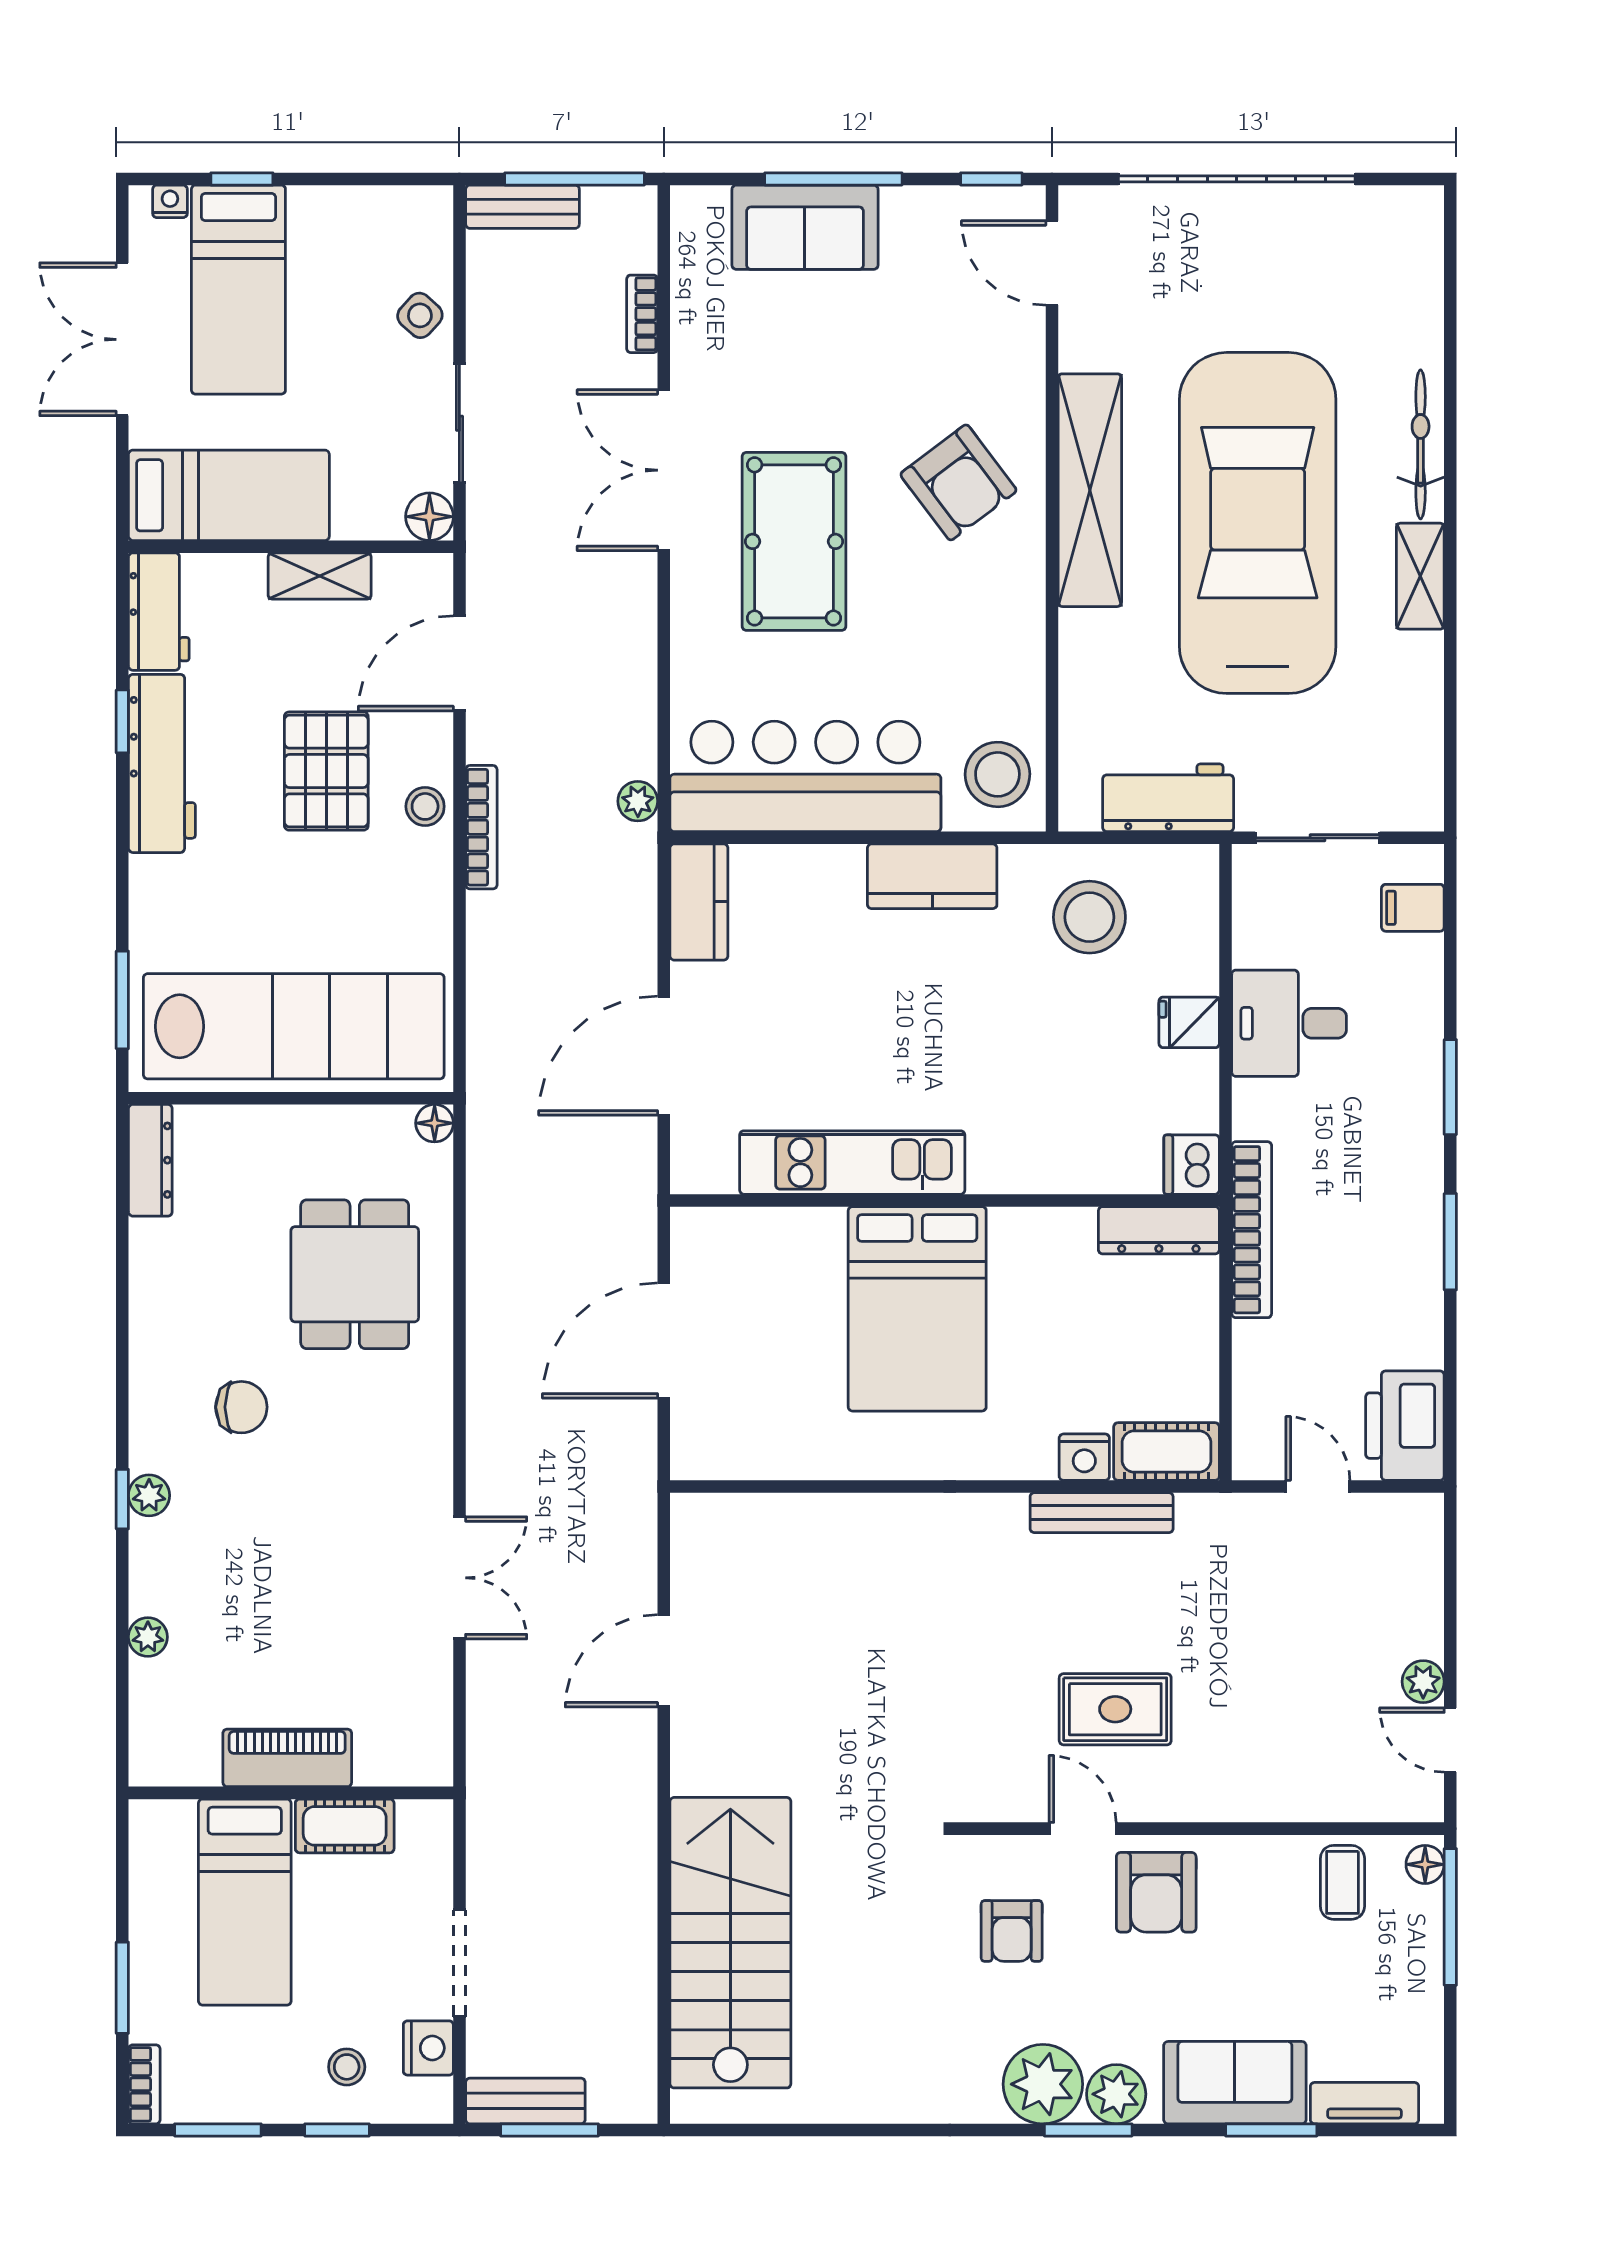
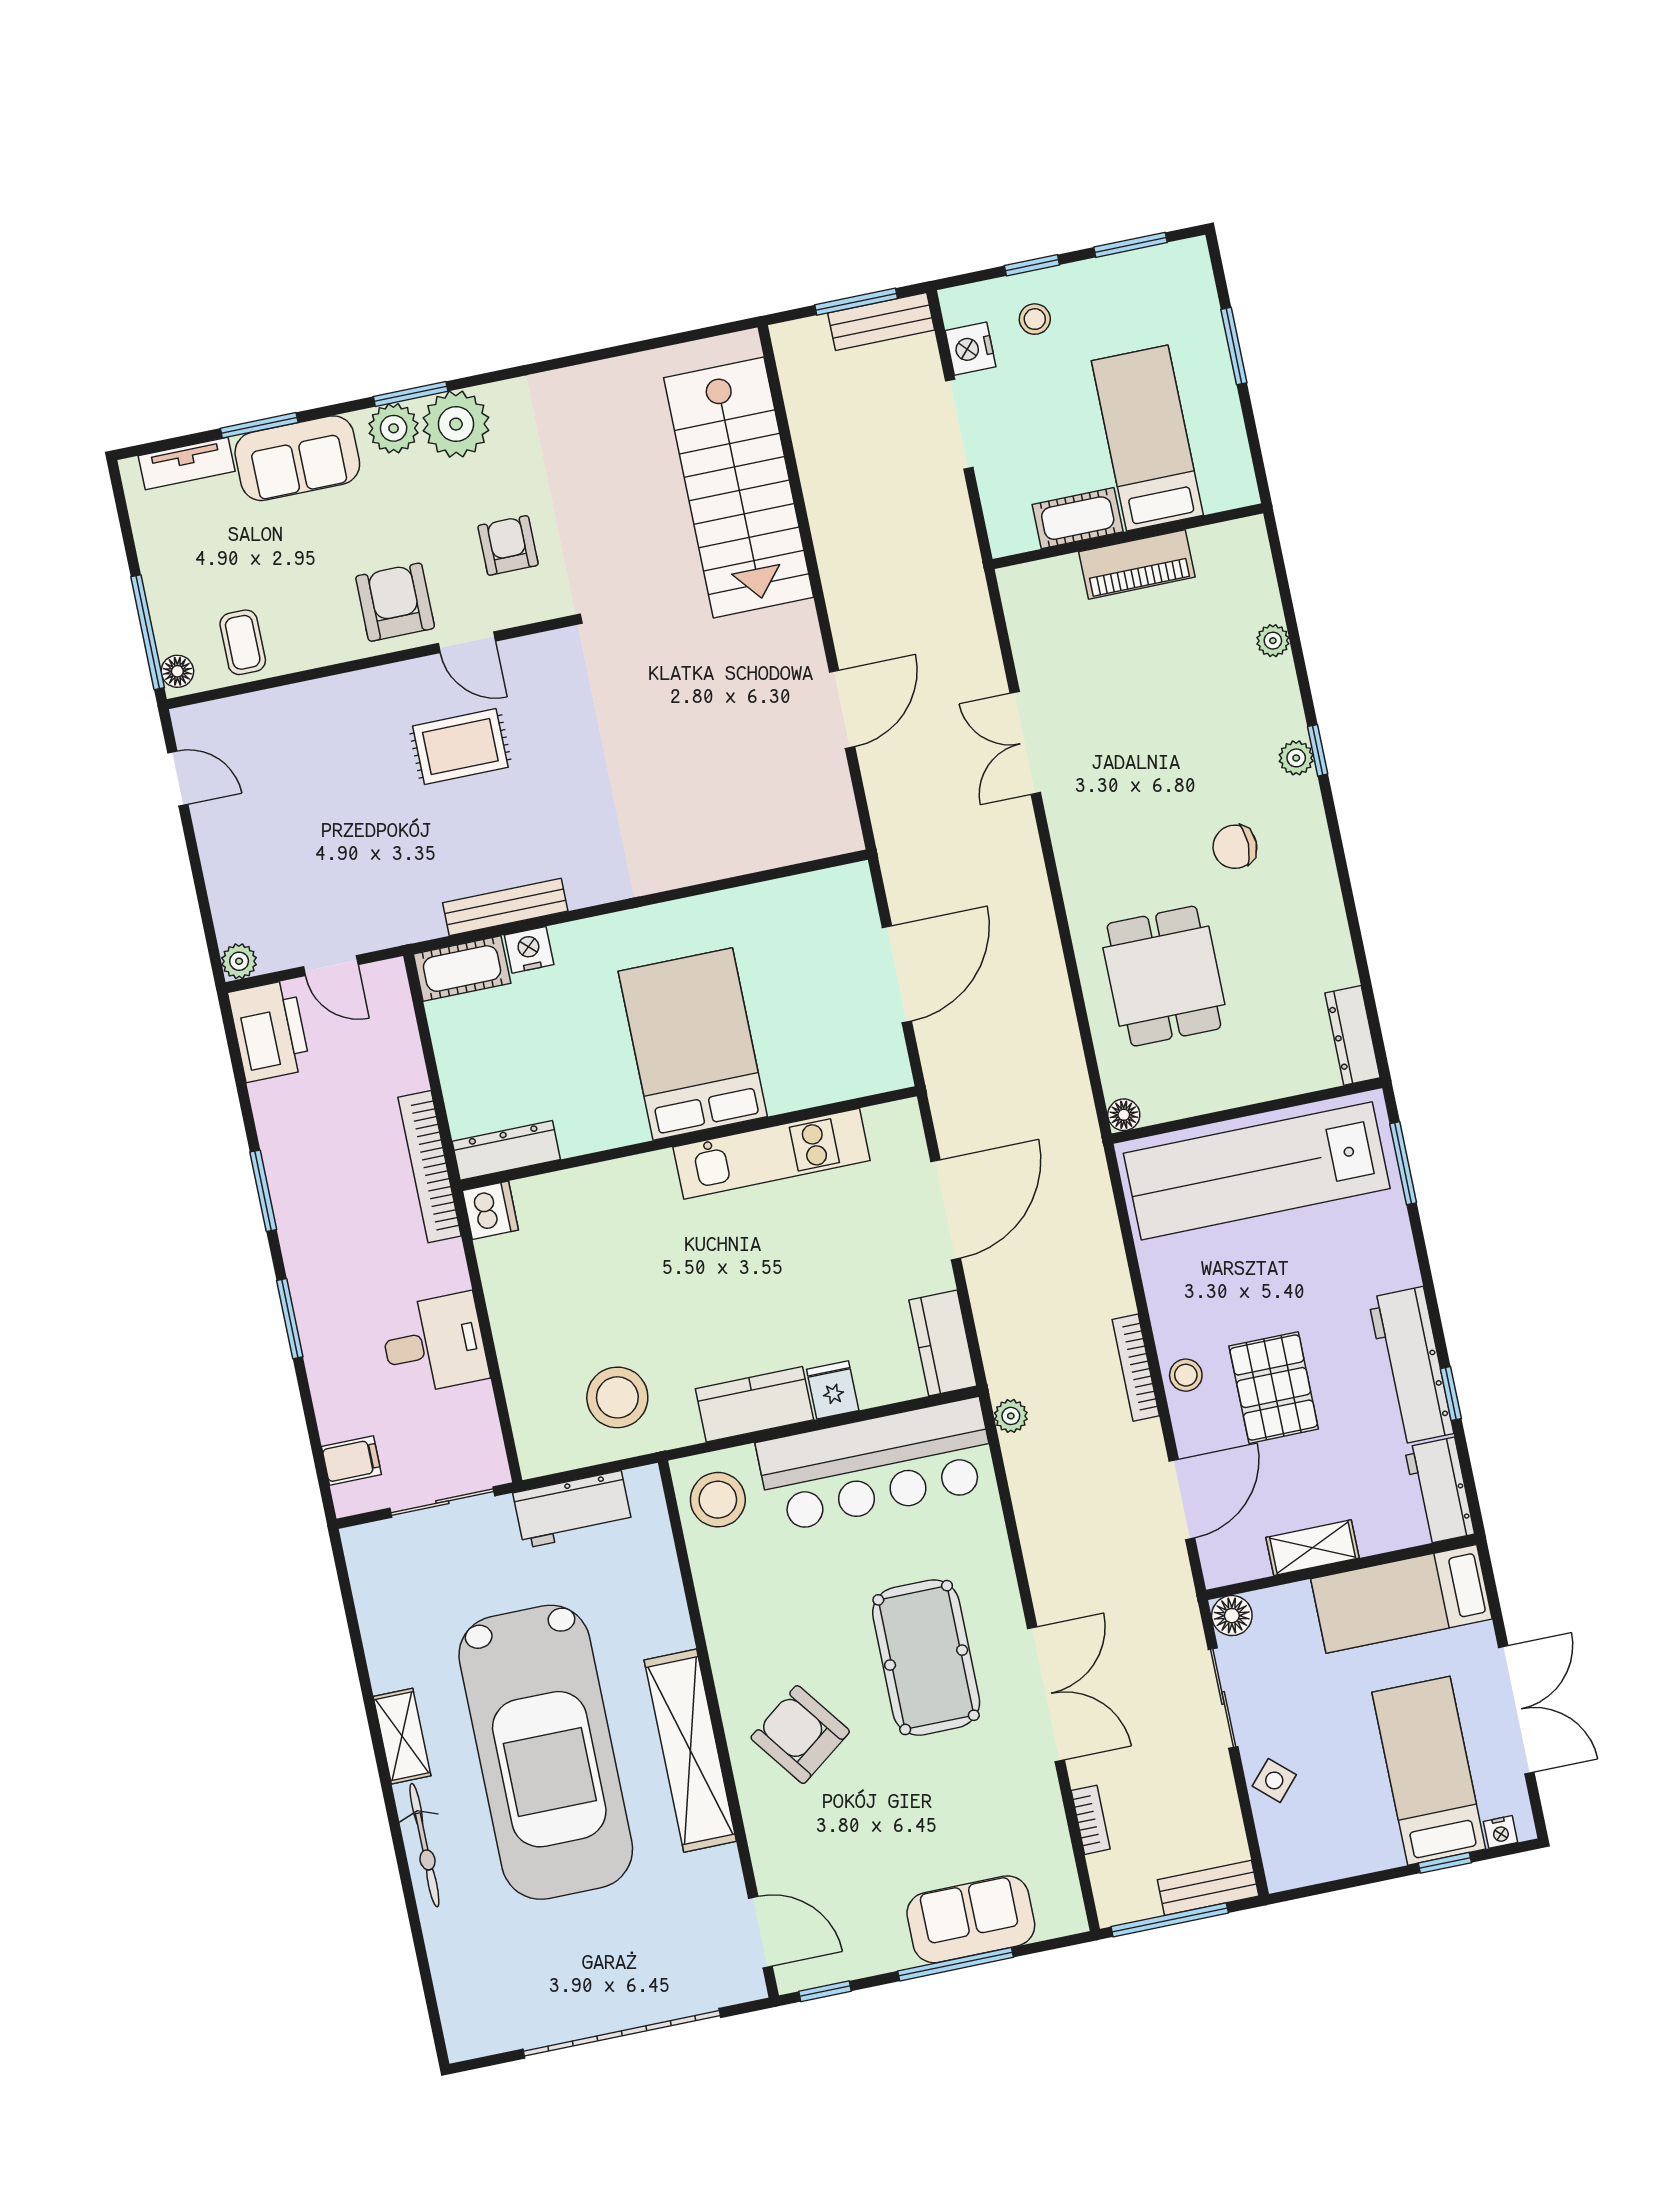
fridge: (1189, 1022) -> (833, 1390), moved, turned -90
plant: (1423, 1682) -> (239, 961), moved
bookcase: (144, 2084) -> (1199, 270), removed

